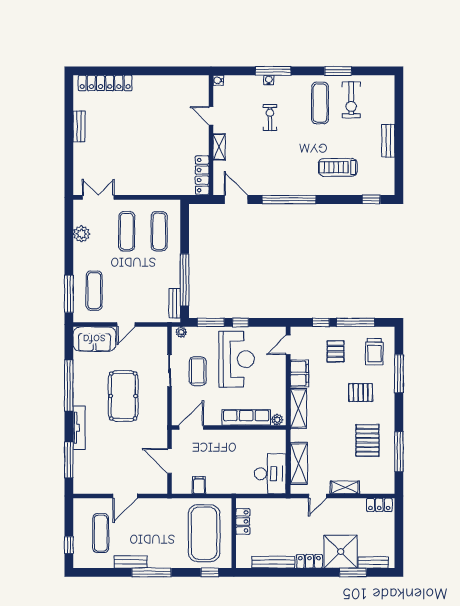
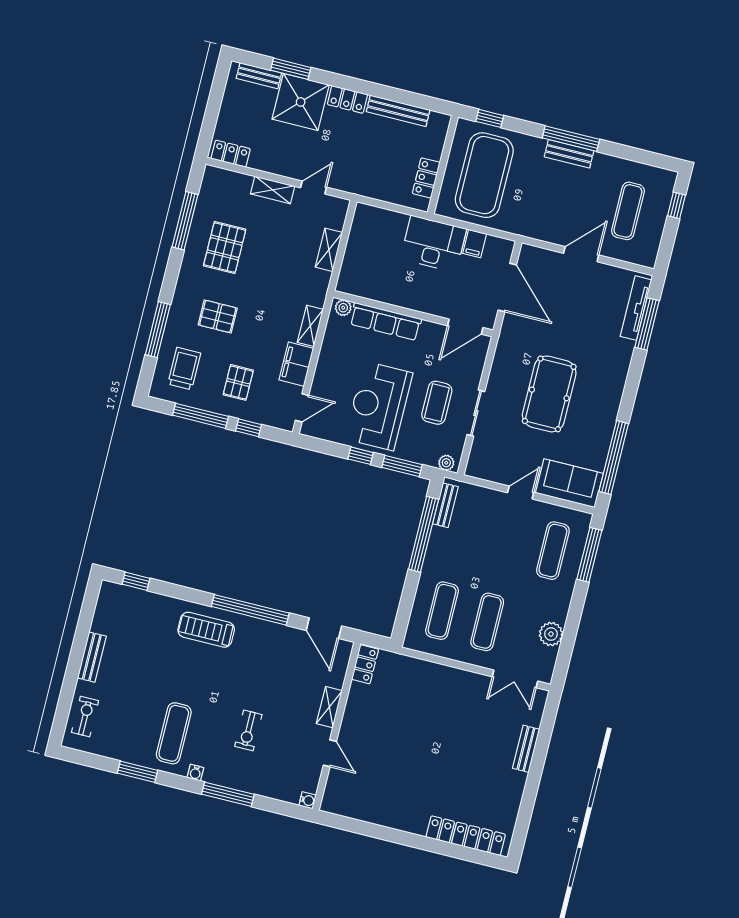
water cooler: (269, 80) -> (195, 773), moved
exercise bike: (351, 100) -> (85, 717), moved, width x0.73, depth x0.72
bench: (79, 126) -> (526, 749), moved
treadmill: (338, 167) -> (206, 630), moved, turned 180
locker: (202, 175) -> (365, 664), width x0.66
window: (69, 385) -> (614, 458), moved
shelving: (298, 408) -> (310, 326), width x0.67, depth x0.75
tv unit: (79, 428) -> (636, 308), moved
door: (170, 461) -> (507, 288), width x1.36
shelving: (299, 463) -> (329, 250), width x0.67, depth x0.75
desk: (270, 474) -> (433, 244), moved, turned 90
bench: (131, 562) -> (569, 154), moved

